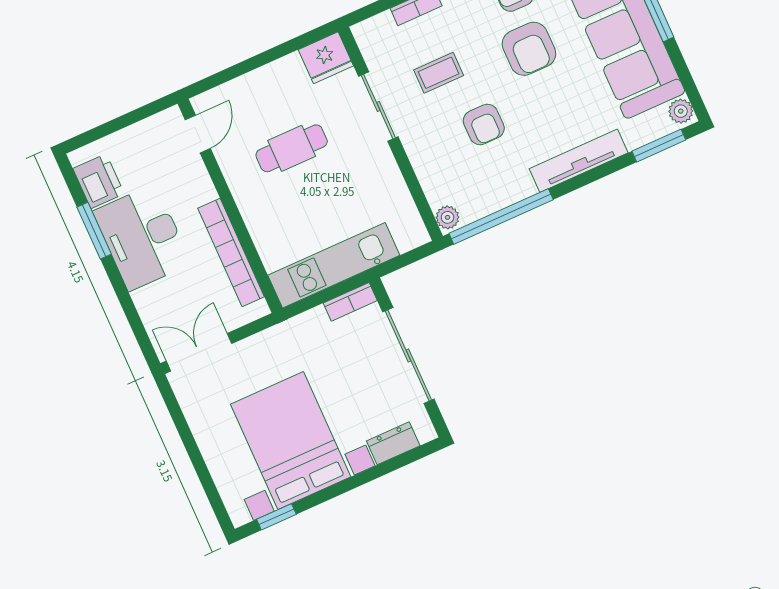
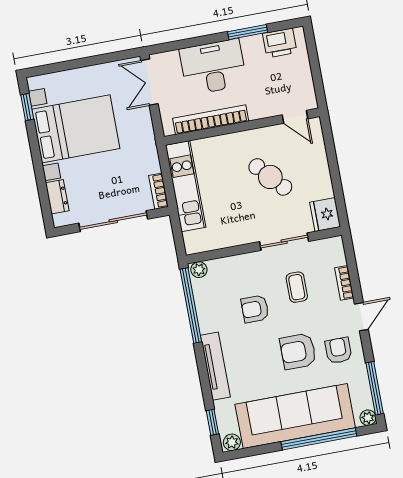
window: (659, 146) -> (212, 422), width x0.67
cafe table: (292, 148) -> (270, 177), turned -42
desk: (142, 237) -> (213, 67), moved
double door: (199, 352) -> (149, 82), swing flipped

